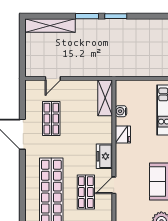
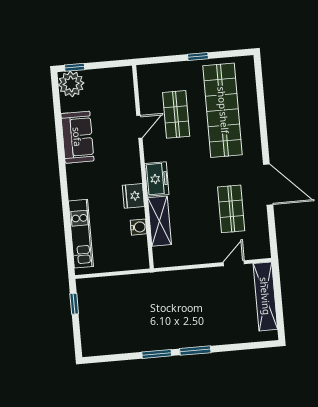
shelving: (50, 25) -> (265, 296), moved, turned 90
shelving: (105, 98) -> (159, 221), moved
freezer: (104, 156) -> (157, 179), moved

